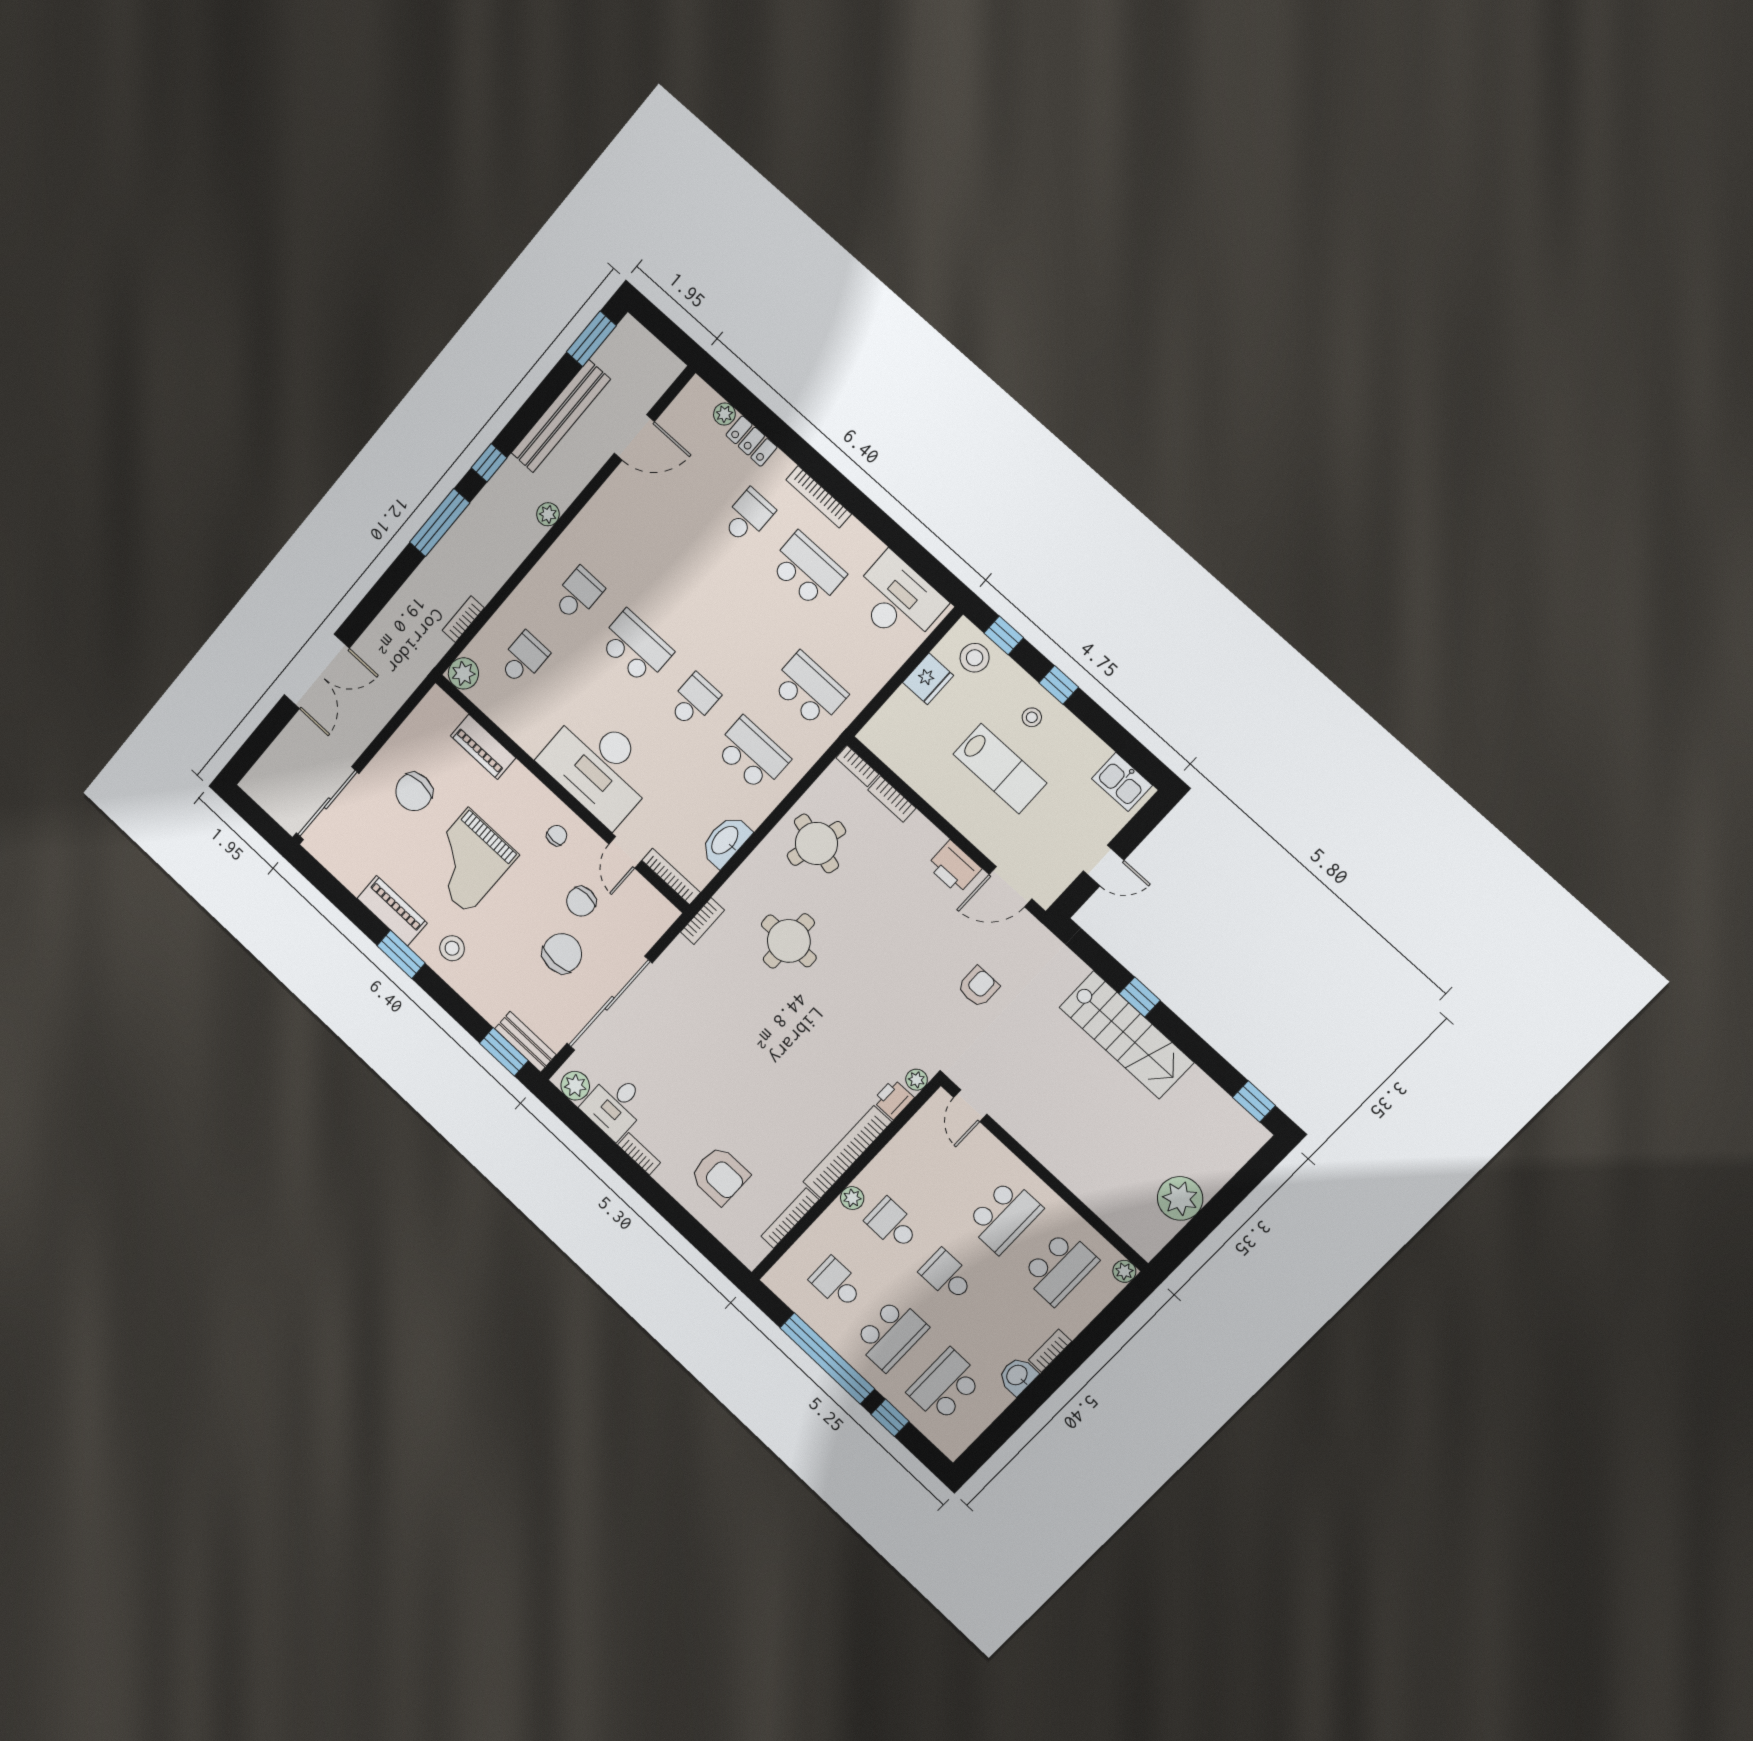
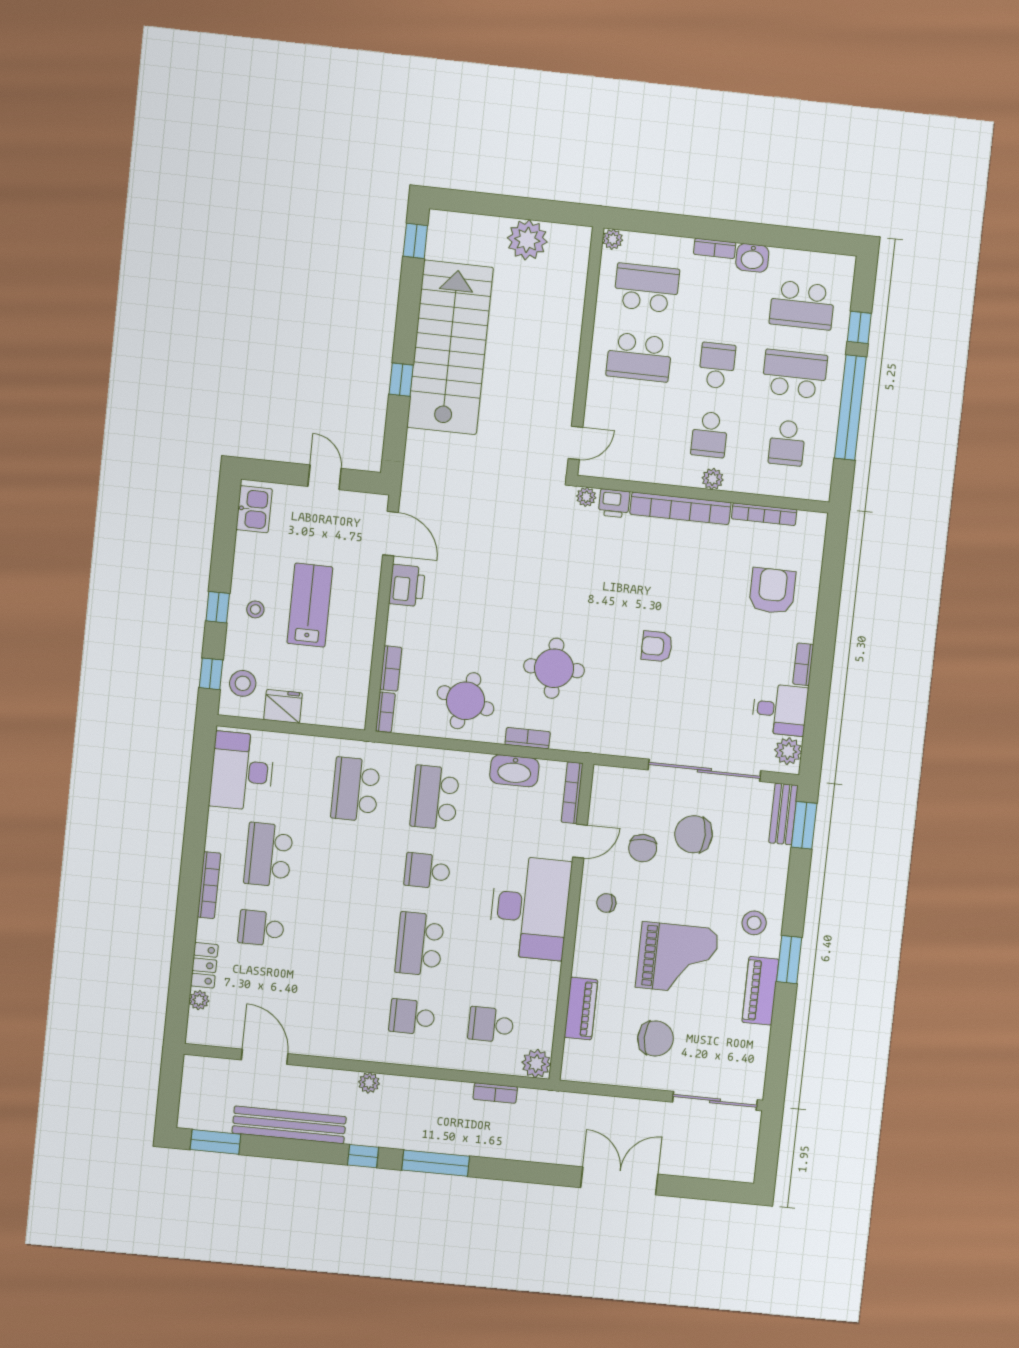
chair: (581, 901) -> (643, 848), turned 90
bookcase: (702, 921) -> (528, 738), moved
armchair: (978, 987) -> (657, 646), moved
stairs: (1126, 1035) -> (450, 347), width x1.36, depth x1.51
school desk: (1004, 1216) -> (639, 357), turned 180
school desk: (947, 1276) -> (717, 366), turned 180

